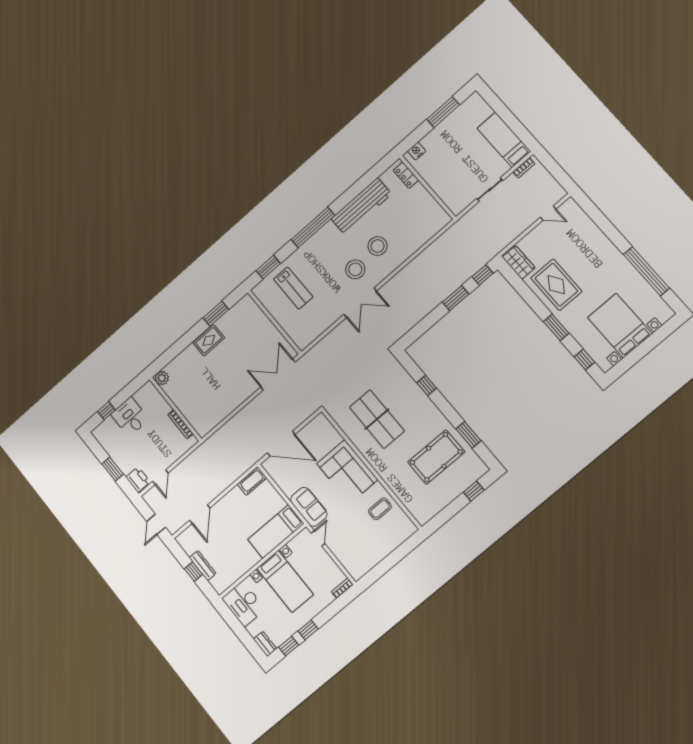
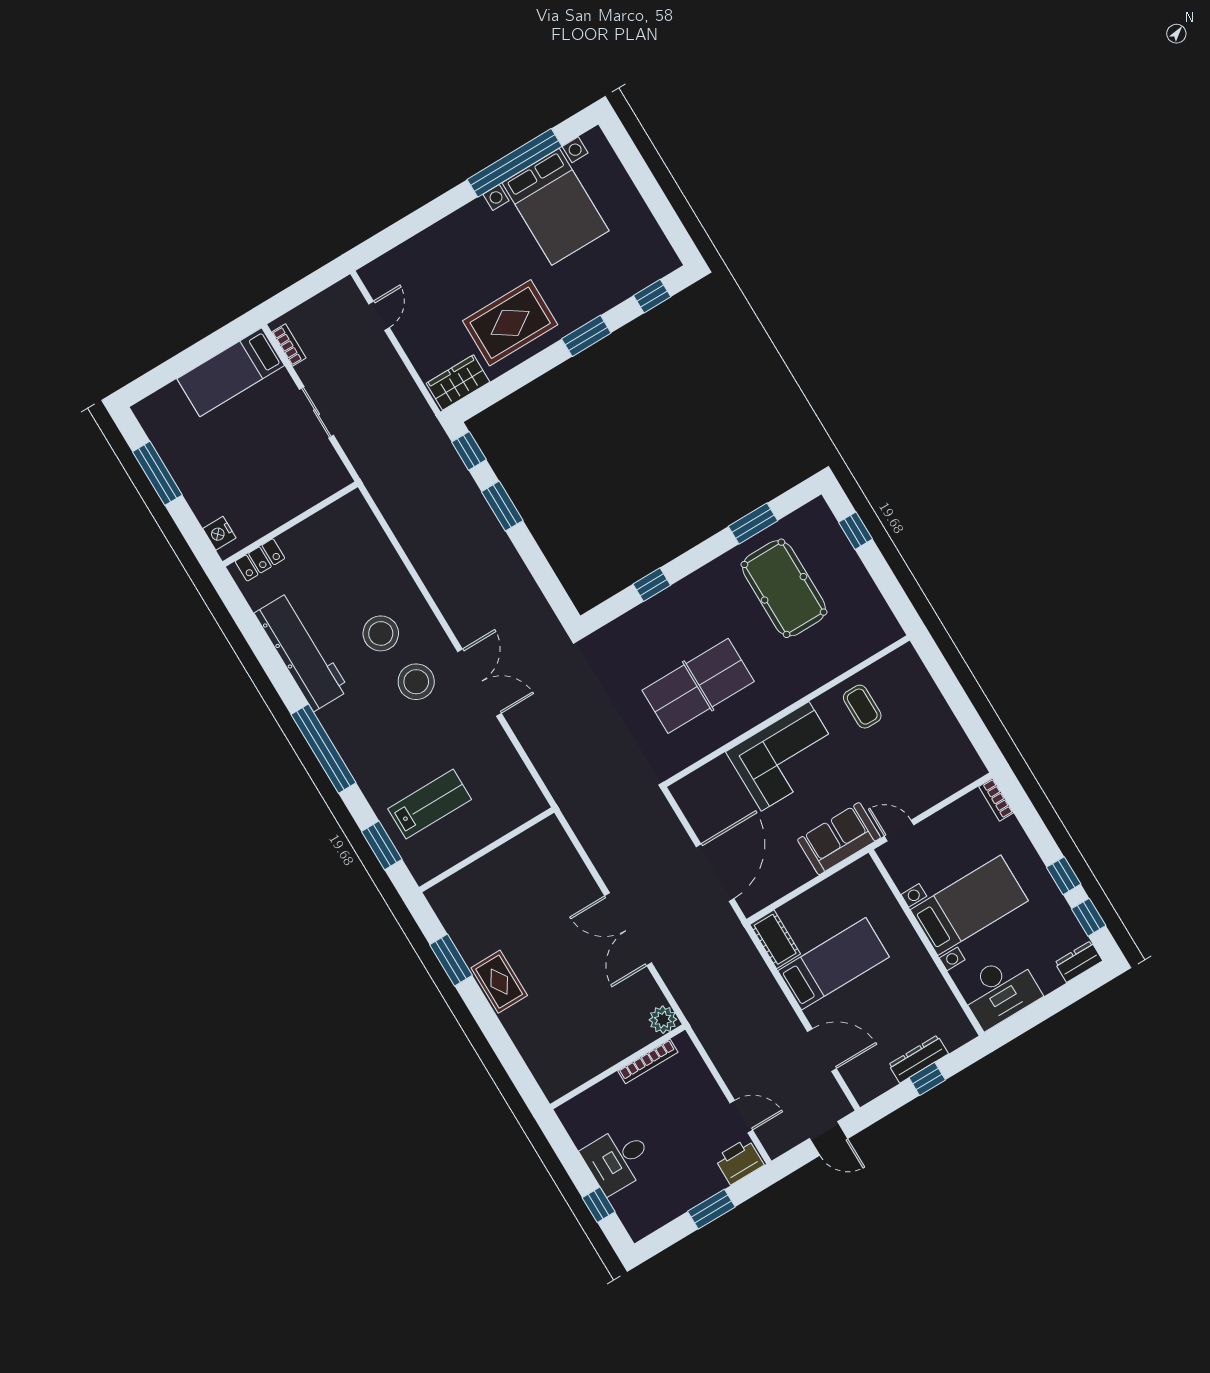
bed with nightstands: (620, 326) -> (556, 207), moved, turned -90
double door: (278, 374) -> (628, 929), moved
plant: (162, 378) -> (663, 1020), moved
bed: (276, 531) -> (834, 964), moved, turned -90

